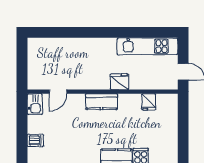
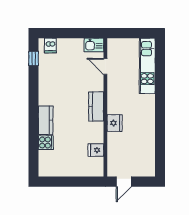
kitchen unit: (148, 46) -> (147, 66), moved
dishwasher: (35, 140) -> (50, 45), moved

